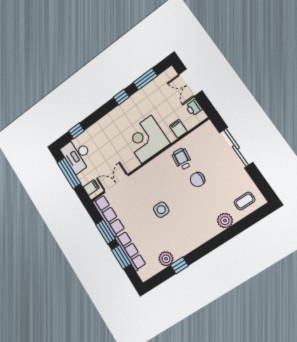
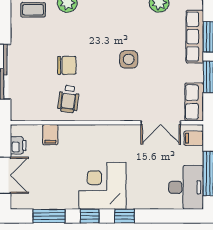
window: (76, 131) -> (124, 216), moved
corner desk: (146, 139) -> (102, 186), moved, turned 180
row of seats: (108, 215) -> (194, 102), width x0.68

